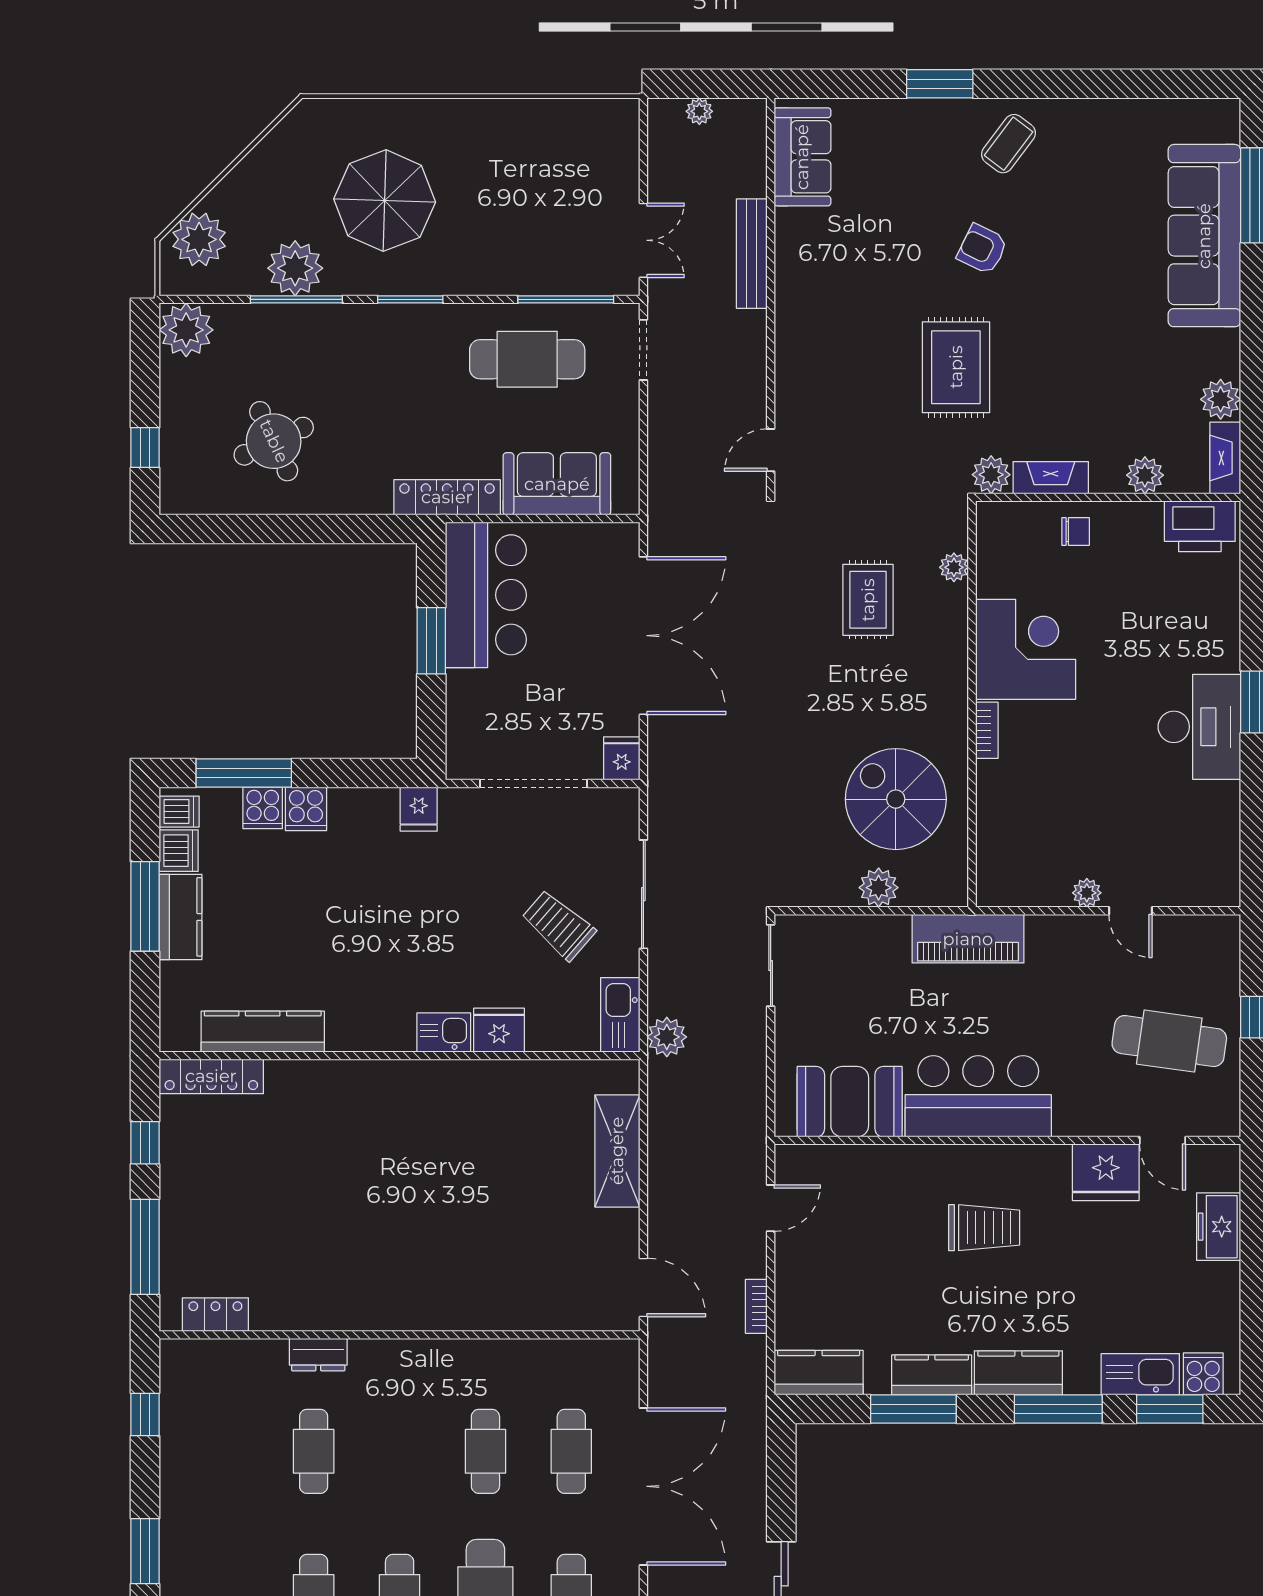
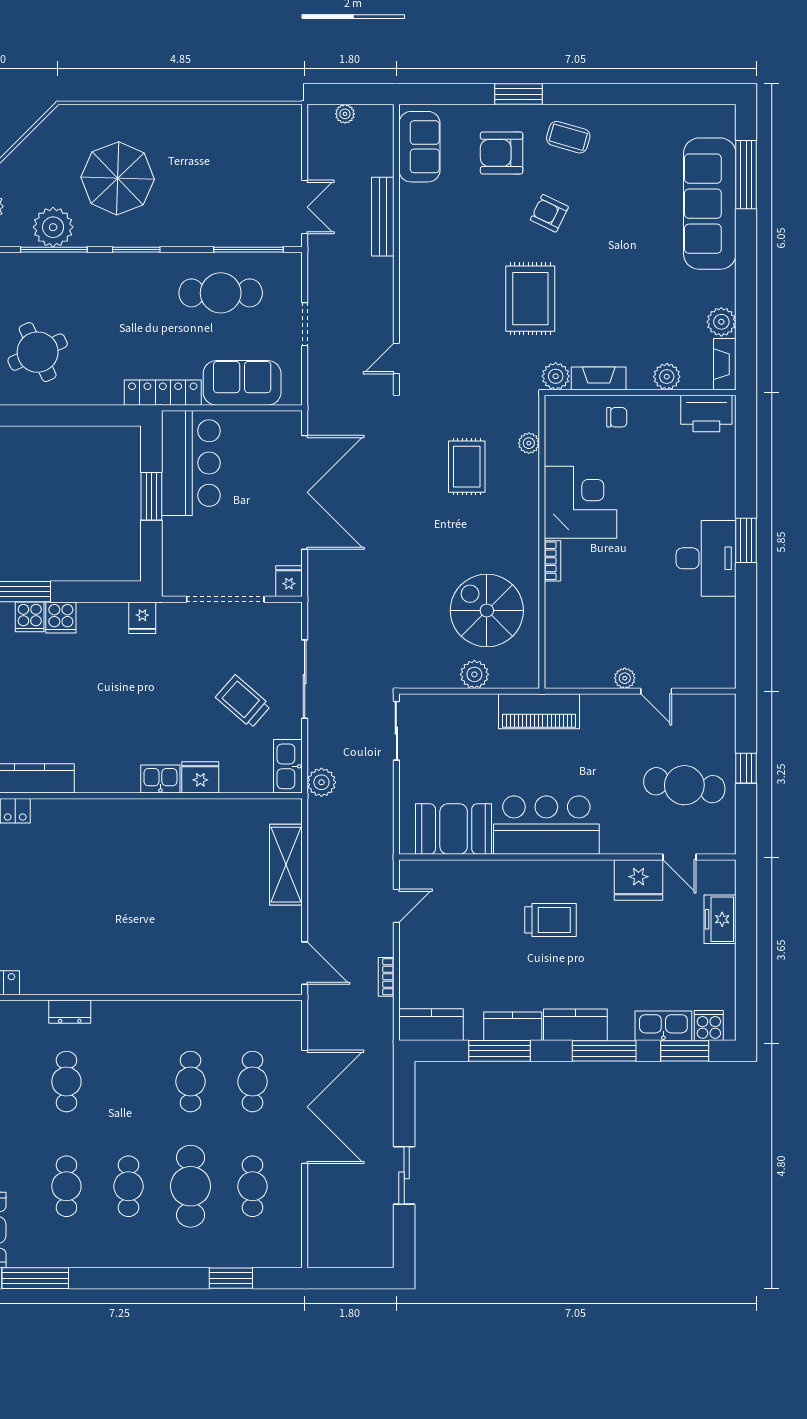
coffee table: (1008, 144) -> (568, 137), turned 69
armchair: (916, 165) -> (502, 153), added
doorway: (643, 350) -> (305, 324), moved

